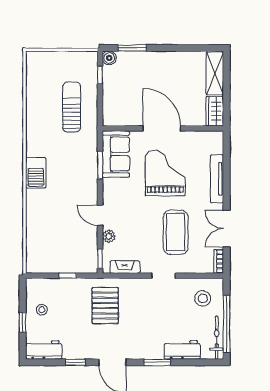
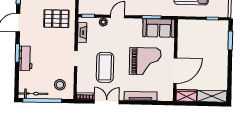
boiler: (109, 58) -> (224, 25), removed
door: (162, 128) -> (175, 71), moved
coffee table: (176, 232) -> (105, 67), turned 90
workbench: (182, 350) -> (26, 58), moved

